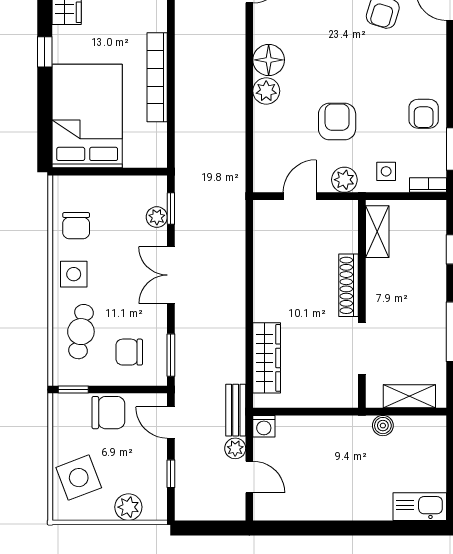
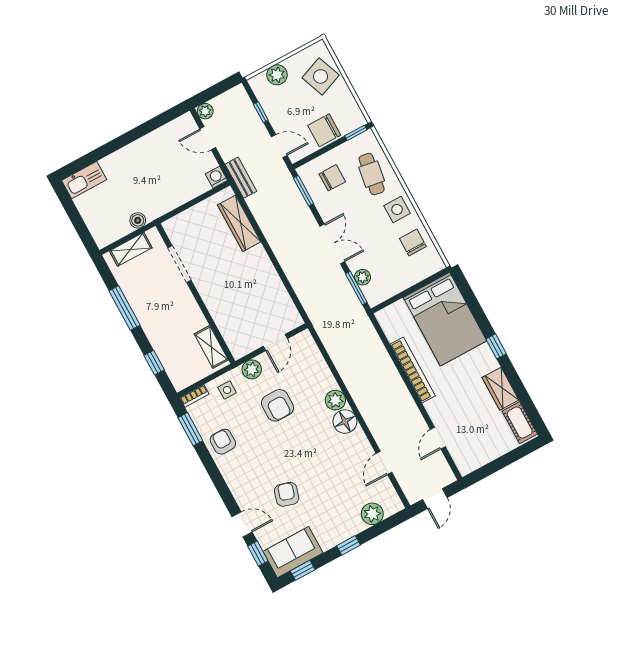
window: (171, 208) -> (356, 288), width x1.50
shoe rack: (349, 285) -> (211, 301), removed
plant: (235, 448) -> (205, 111), moved

